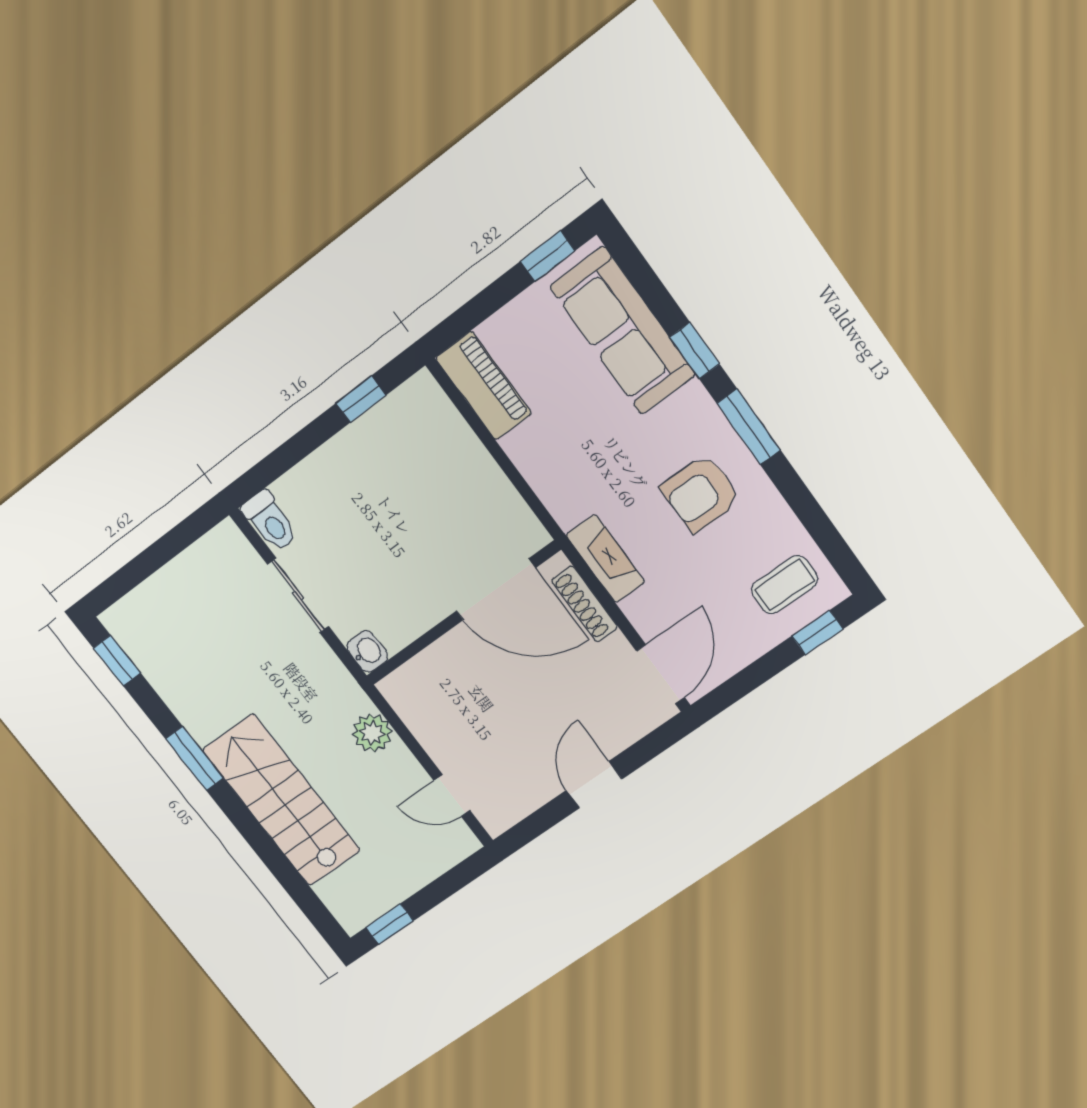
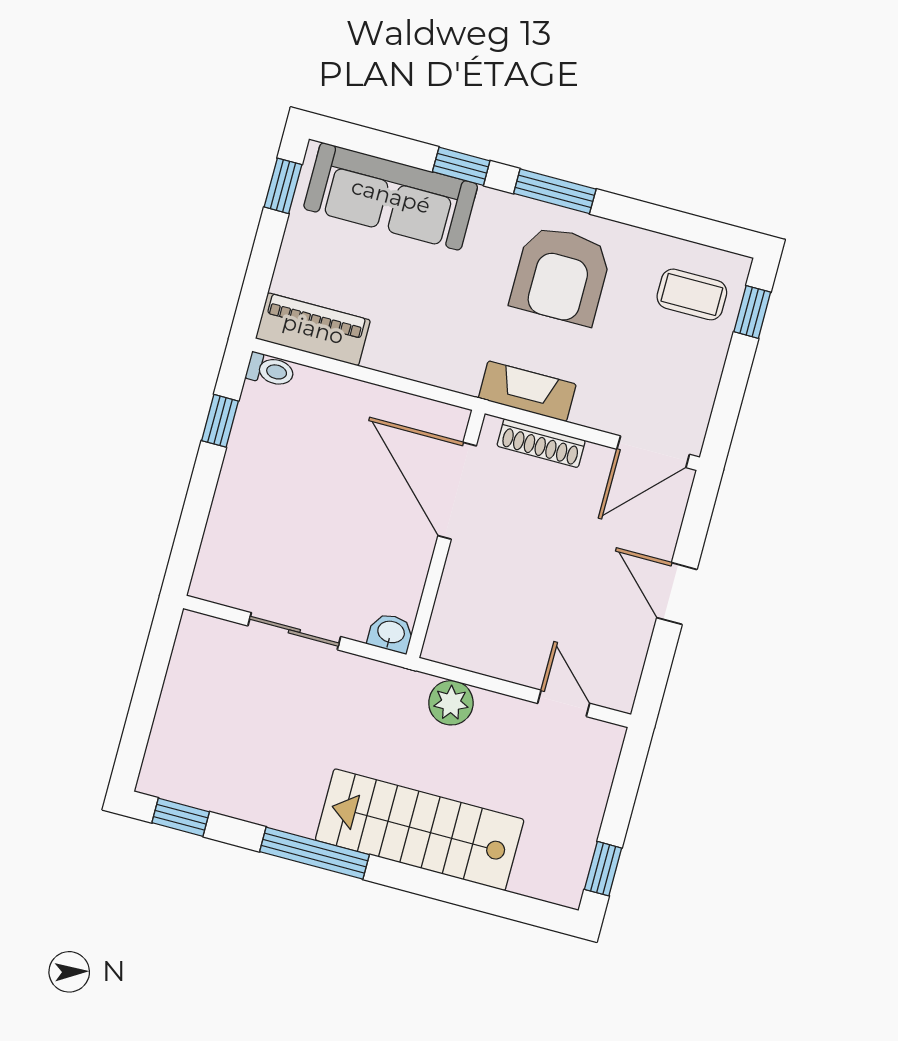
armchair: (701, 493) -> (561, 275), width x1.36, depth x1.36
toilet: (270, 521) -> (270, 370), moved, width x0.73, depth x0.72
coffee table: (785, 585) -> (692, 294), turned 90
door: (496, 589) -> (457, 491), swing flipped
door: (661, 674) -> (653, 452), swing flipped
window: (195, 758) -> (315, 853), width x1.44
door: (452, 796) -> (564, 703), swing flipped

